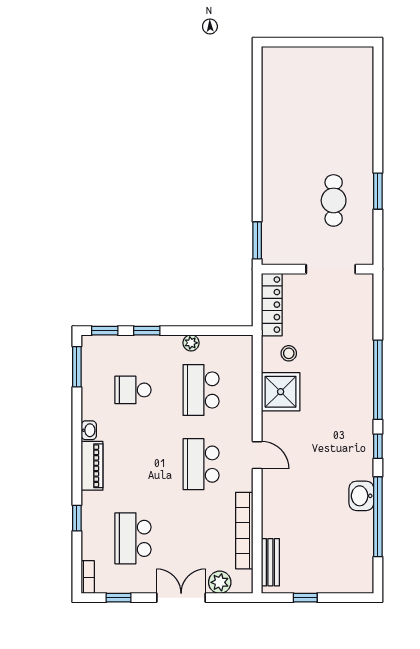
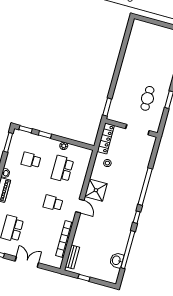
shower: (281, 392) -> (96, 190), moved
school desk: (201, 464) -> (53, 203), width x0.54
washbasin: (361, 496) -> (117, 260), moved
plant: (220, 582) -> (47, 260), removed

